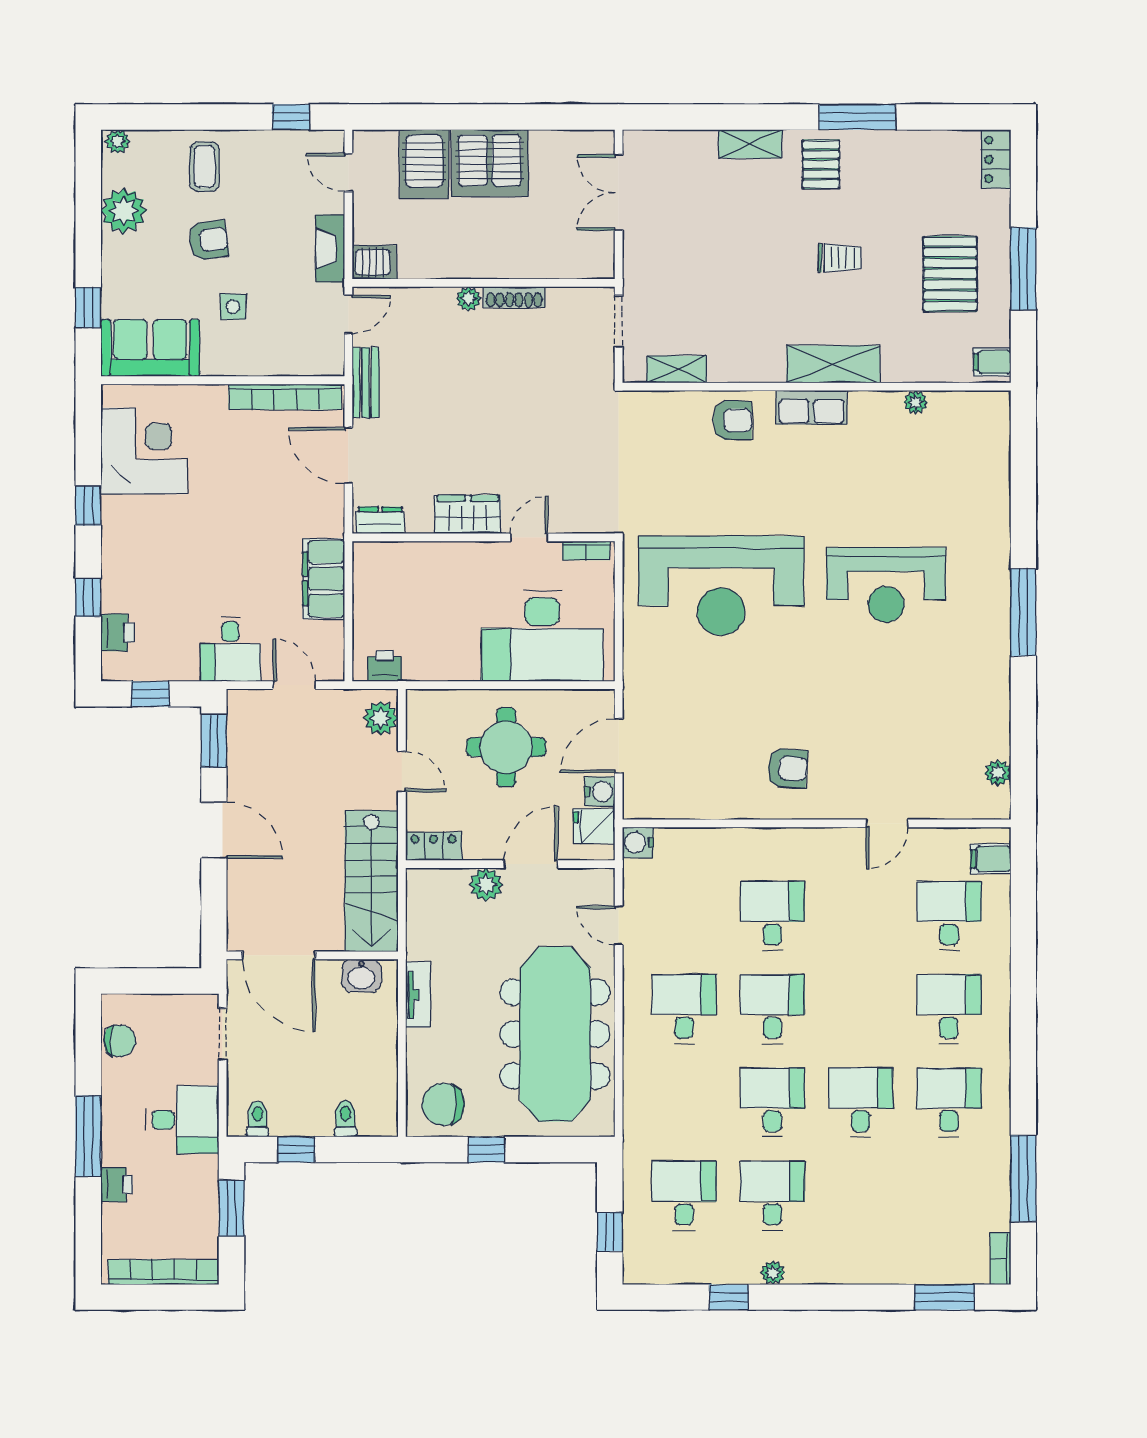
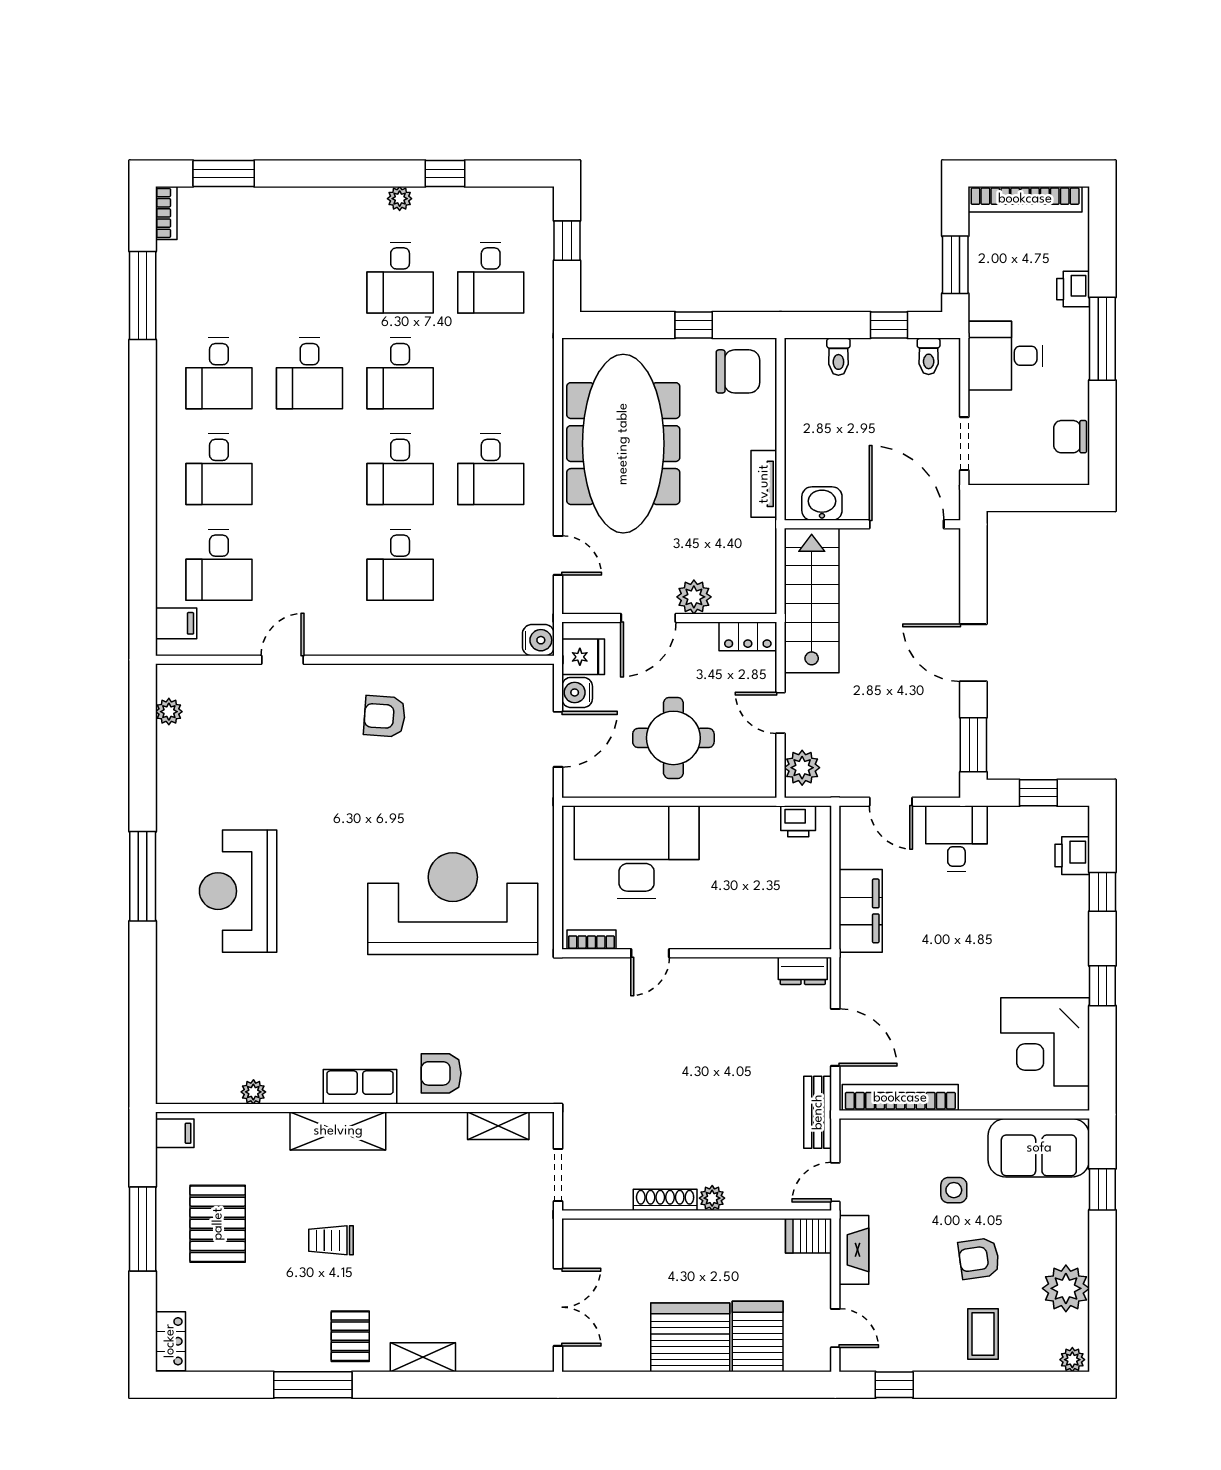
wardrobe: (468, 514) -> (713, 977), removed
reception desk: (886, 585) -> (238, 891), moved, turned -90

